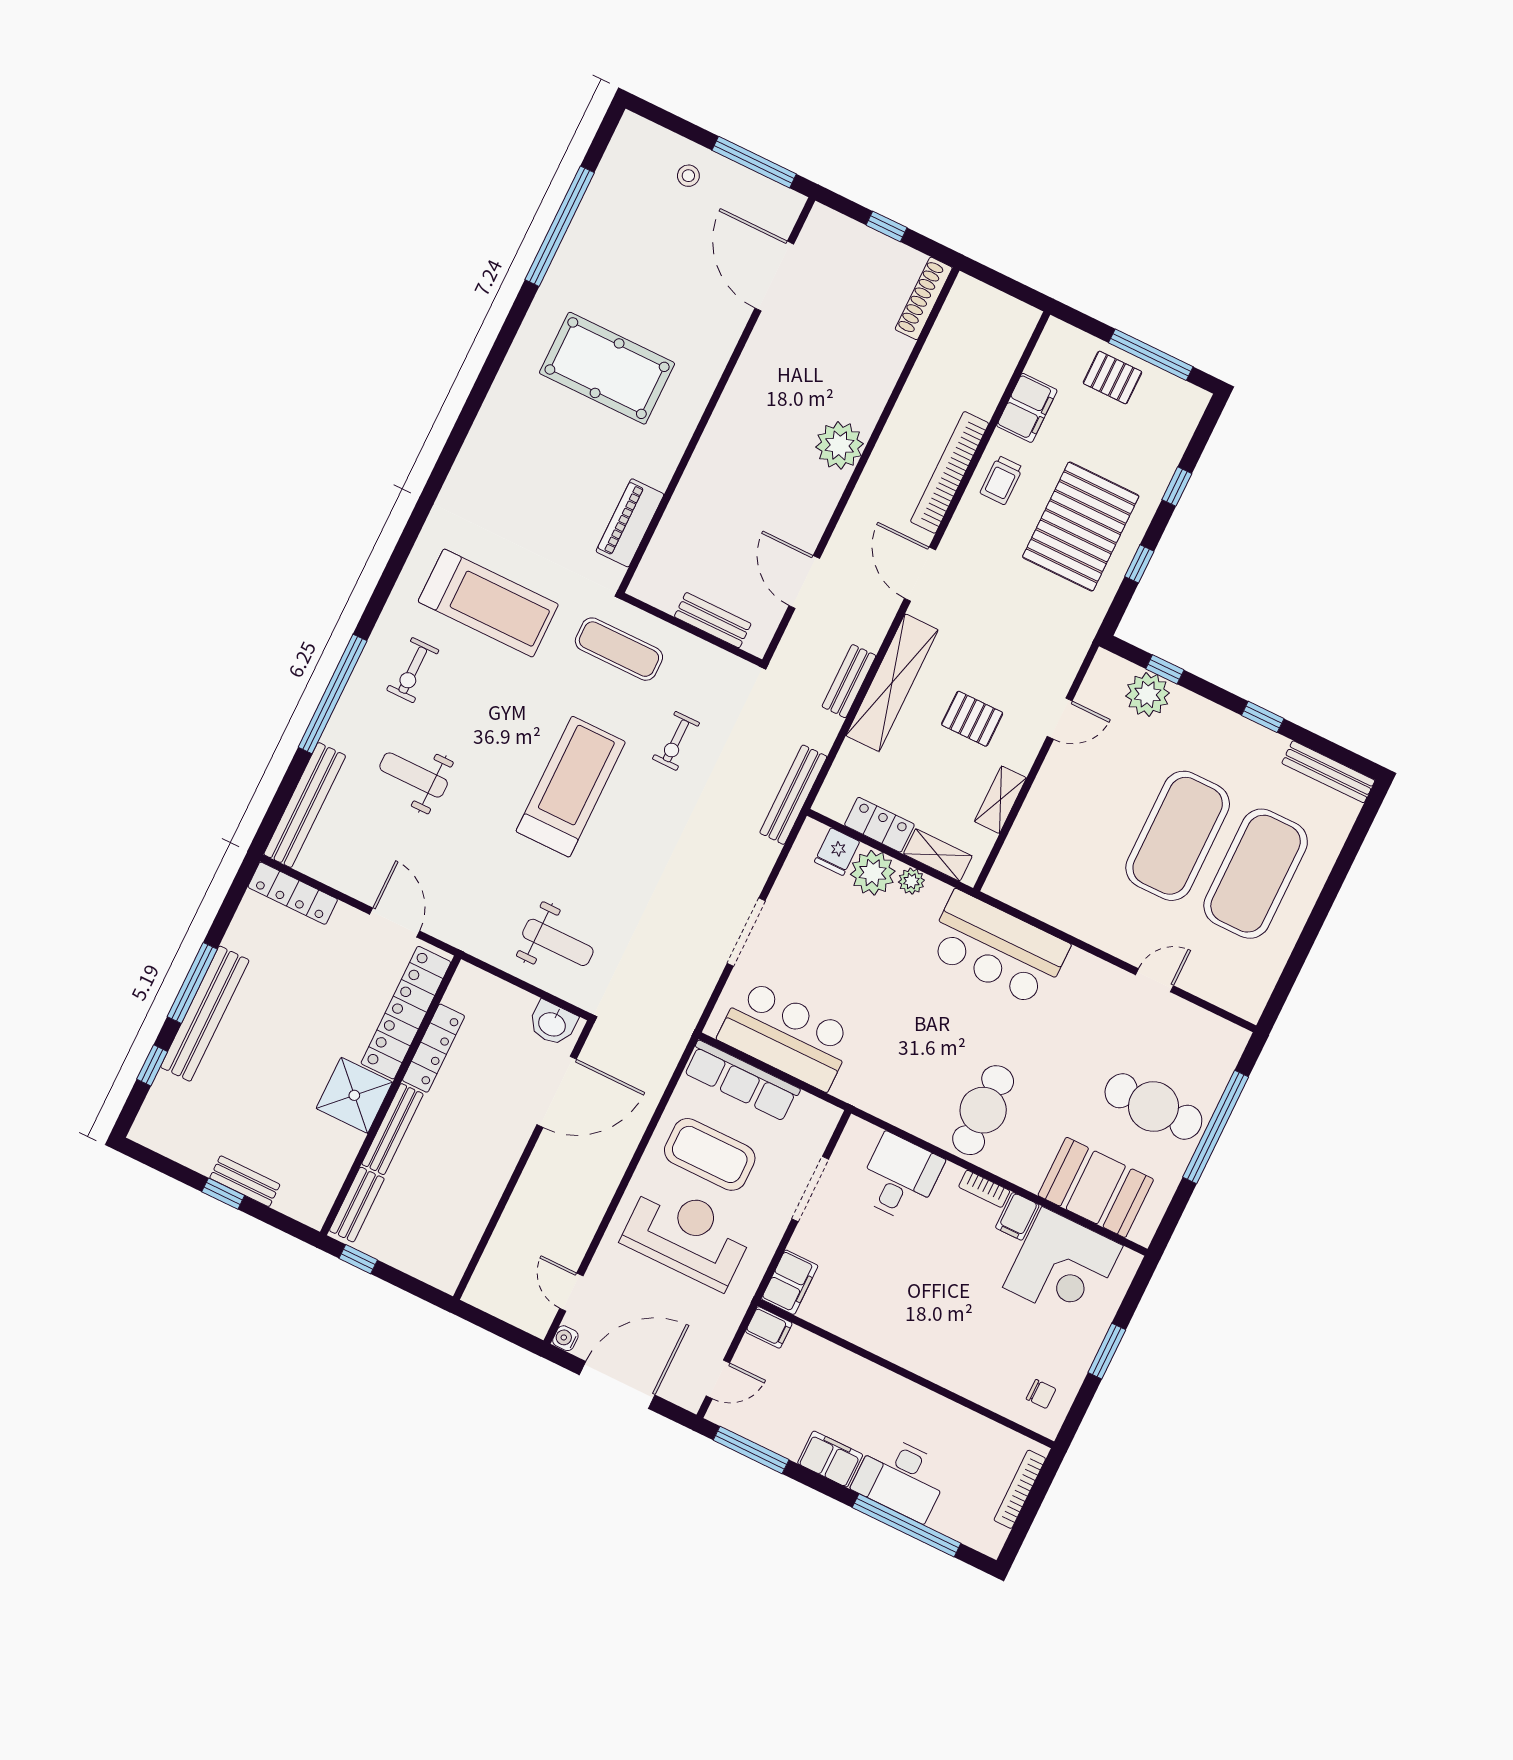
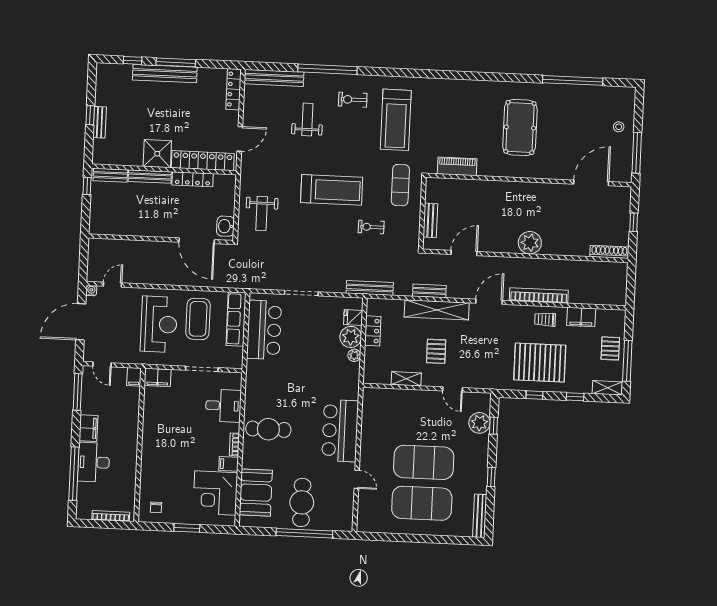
shelving: (938, 855) -> (607, 388), moved, turned 90
bar counter: (998, 948) -> (340, 431), moved
door: (617, 1385) -> (81, 322), swing flipped

